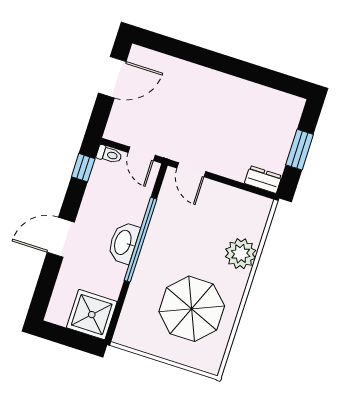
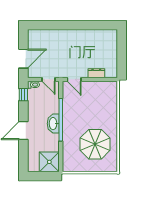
door: (112, 77) -> (23, 59), moved
window: (300, 150) -> (122, 54), removed
dresser: (263, 180) -> (96, 73), moved
plant: (241, 254) -> (110, 111), removed

